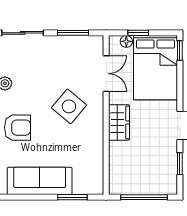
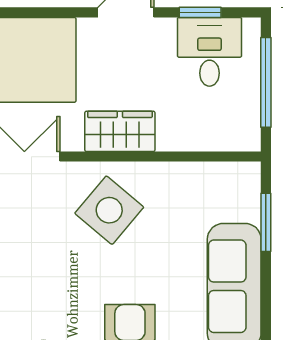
side table: (69, 106) -> (109, 210), moved
desk: (160, 168) -> (209, 52), added

